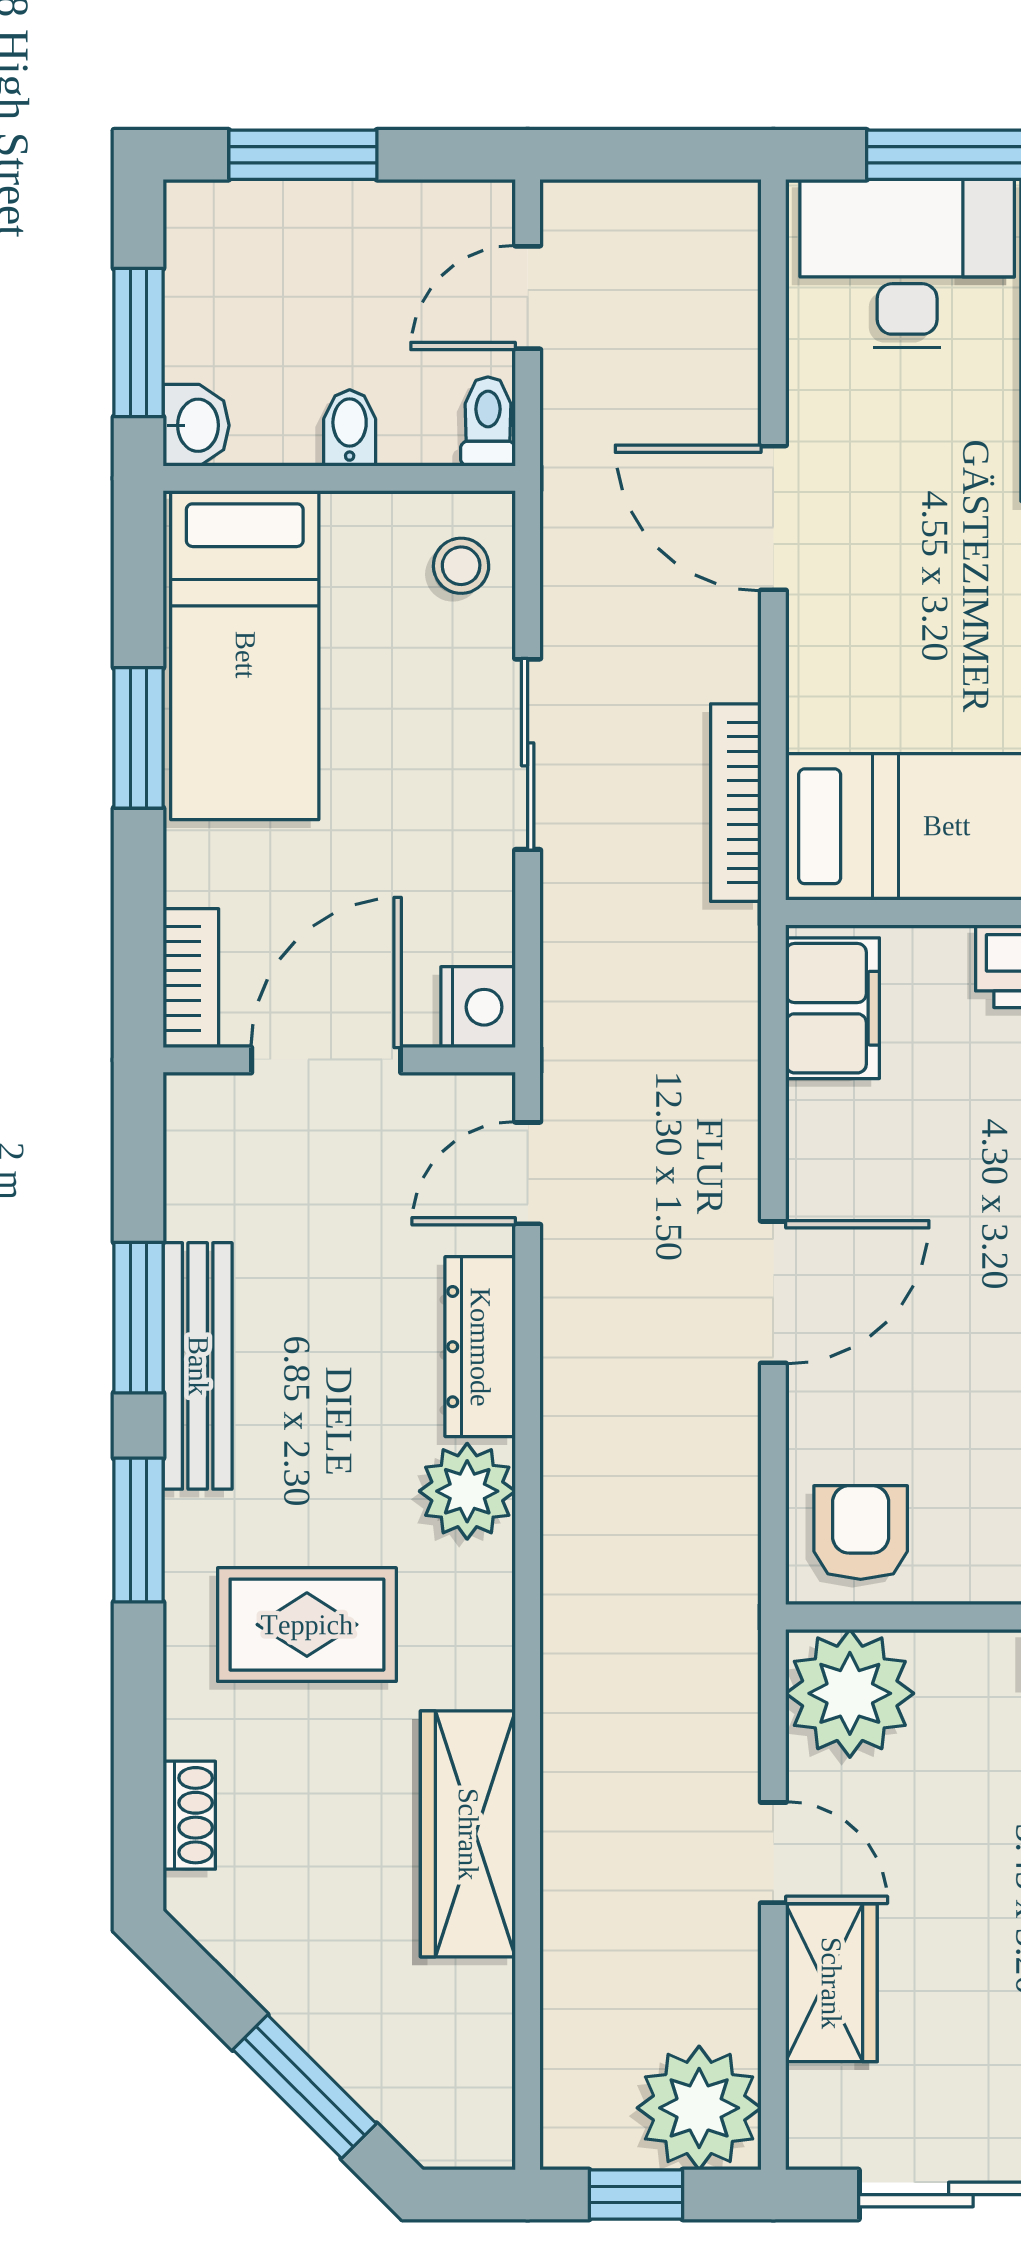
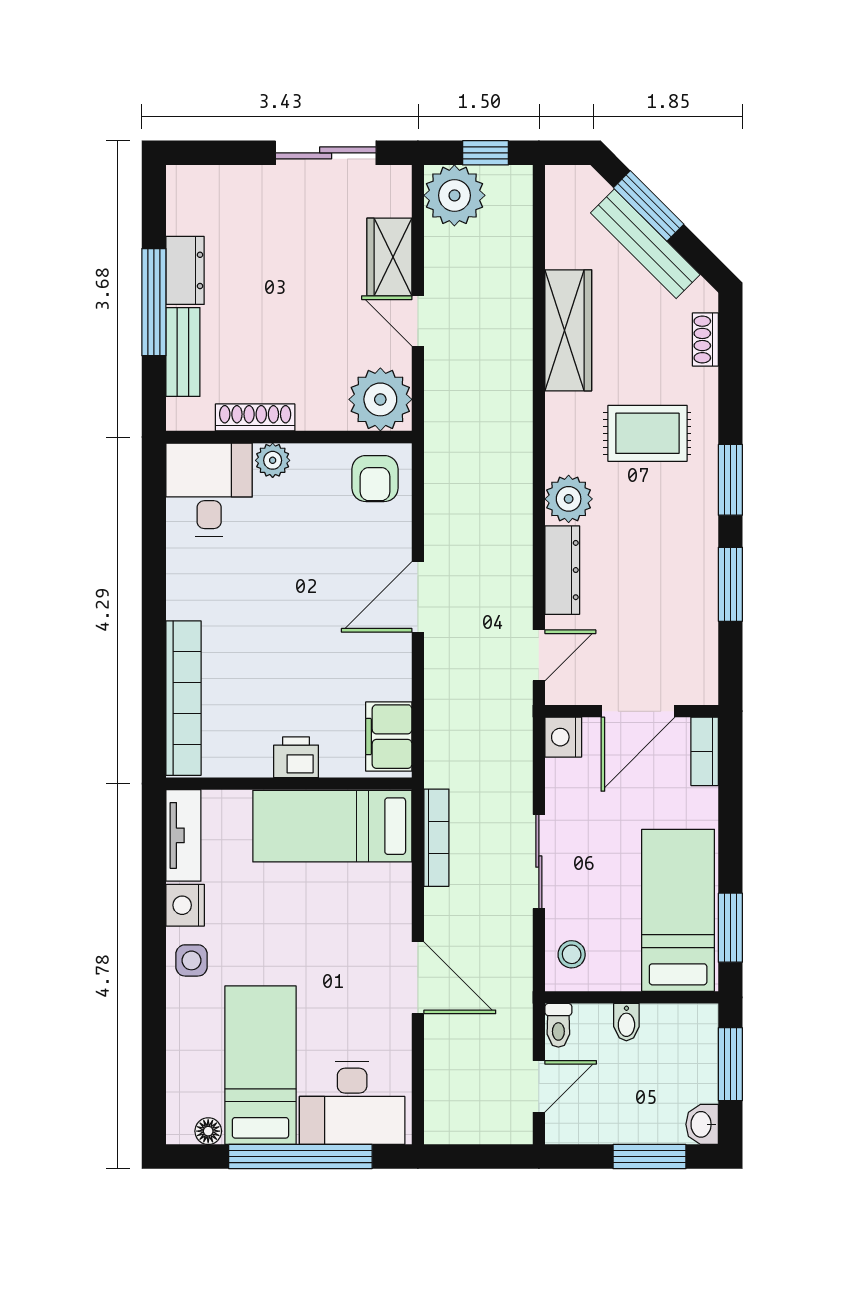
washbasin: (196, 425) -> (702, 1124), moved
window: (139, 738) -> (730, 928), moved
bench: (198, 1366) -> (645, 244), moved, turned -45

